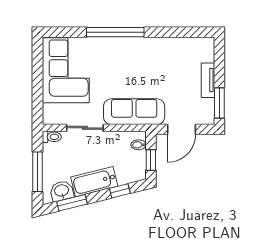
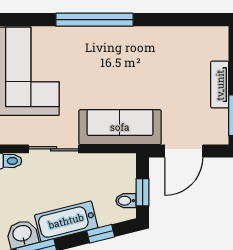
bidet: (139, 145) -> (126, 201), moved

